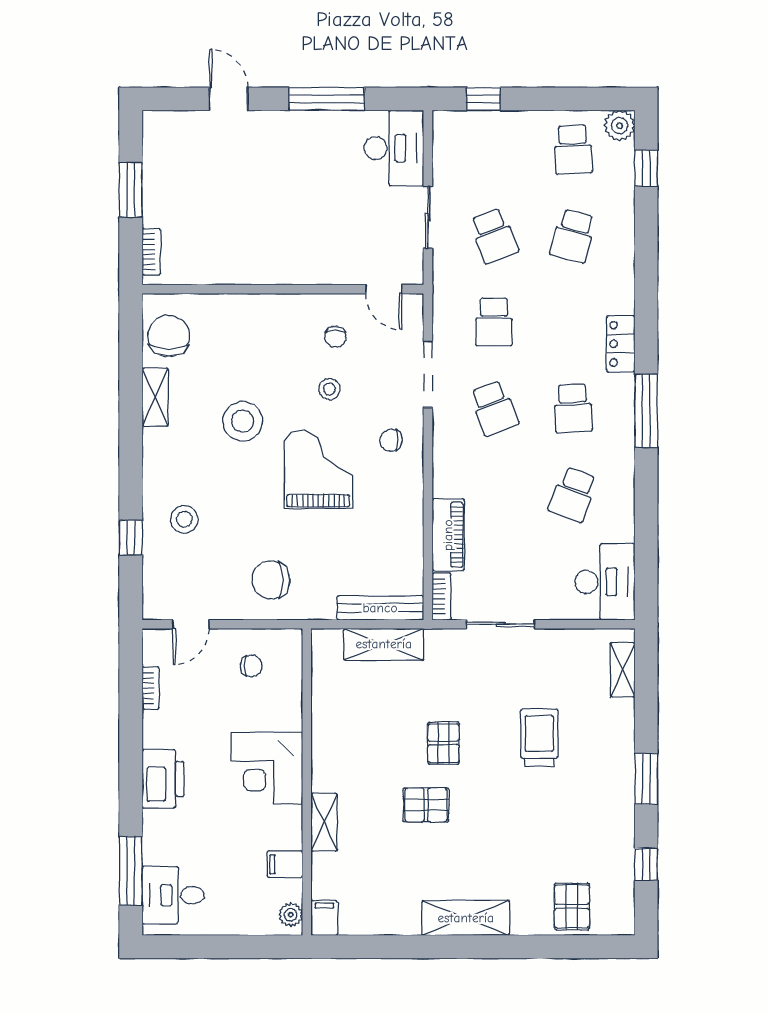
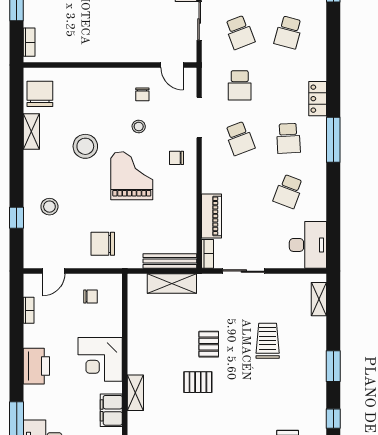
filing cabinet: (285, 864) -> (111, 410), width x2.00

